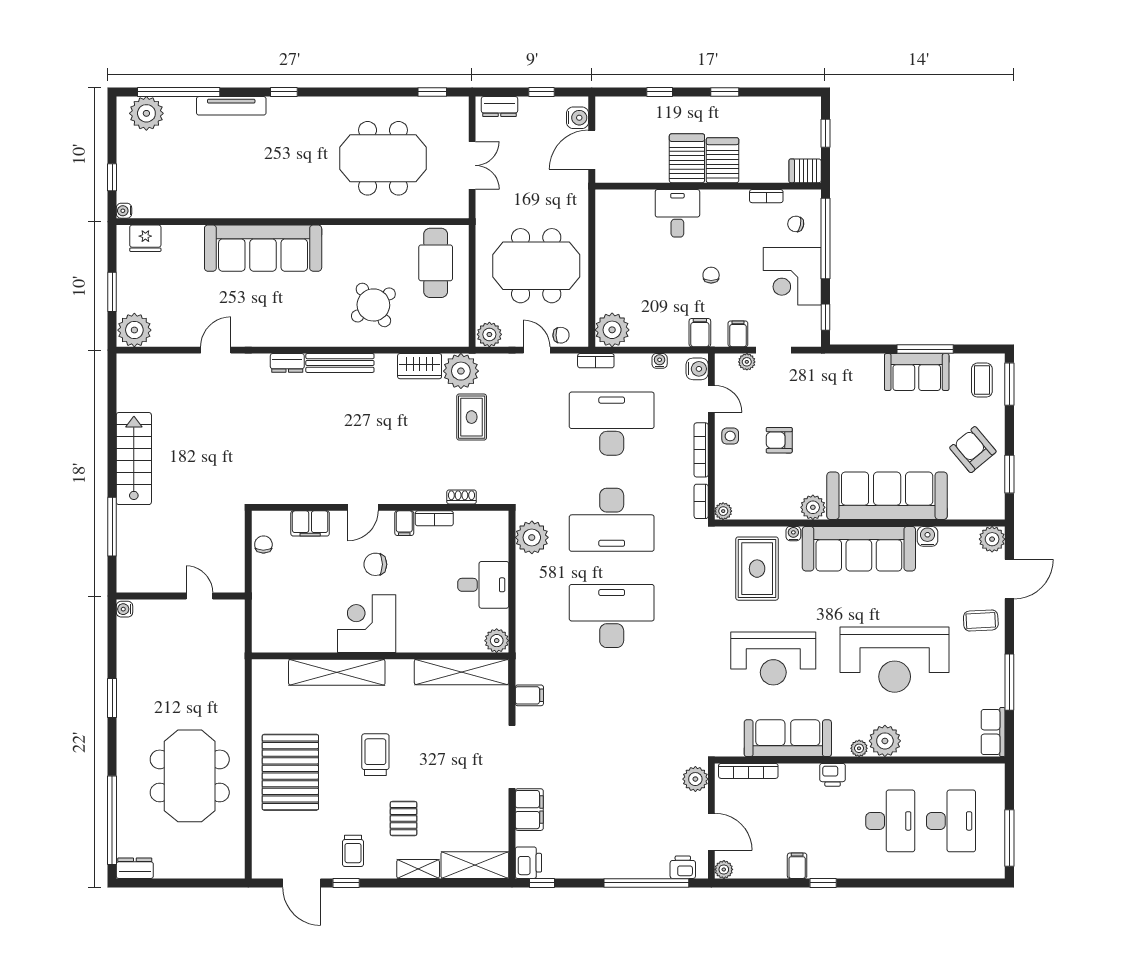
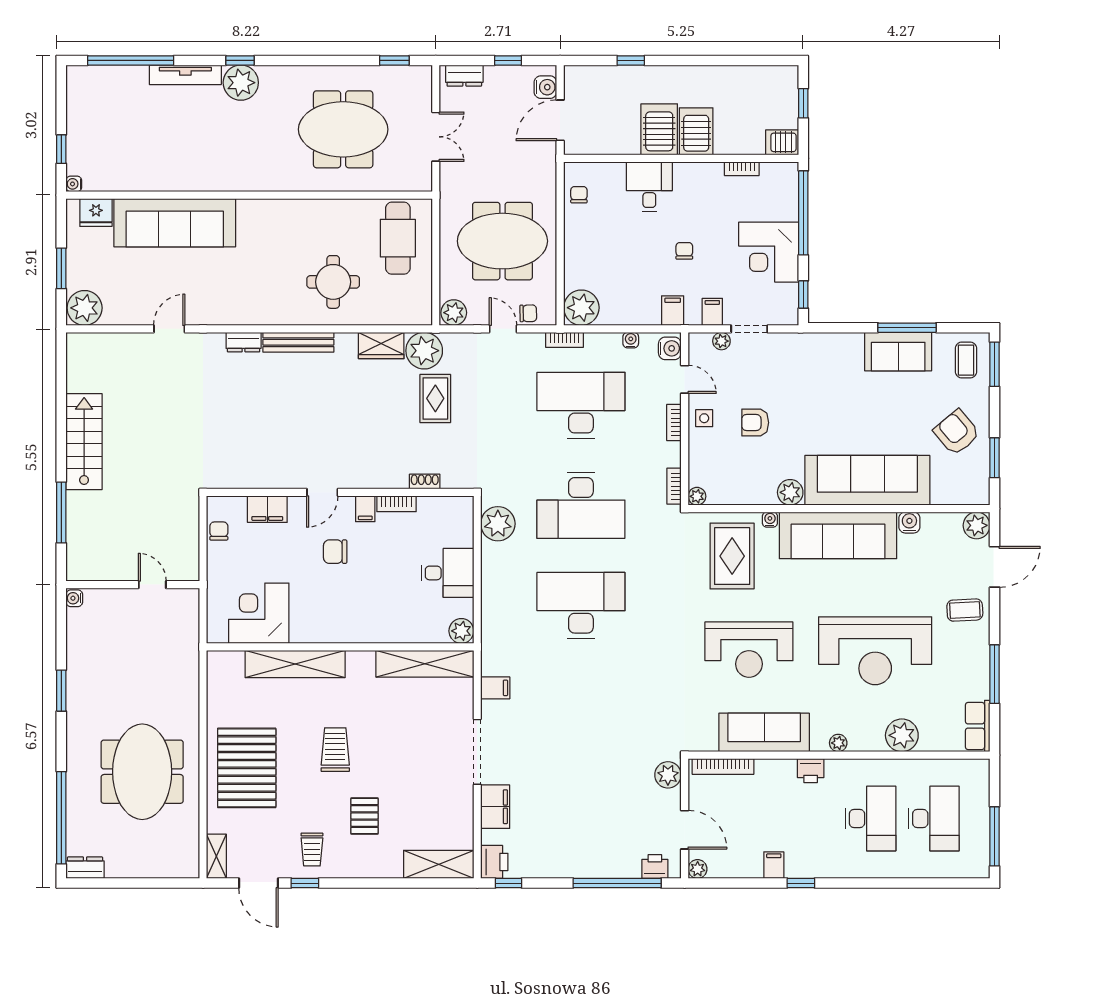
window: (725, 92) -> (699, 60), removed
plant: (146, 113) -> (241, 83), moved
chair: (796, 224) -> (579, 195), moved, turned 78
sofa: (263, 248) -> (175, 223), moved
round table: (373, 305) -> (333, 282), turned 35
bookcase: (701, 450) -> (674, 422), width x0.64
corner desk: (367, 624) -> (259, 613), moved
plant: (885, 741) -> (902, 735), moved
shelving: (418, 869) -> (216, 856), moved, turned 90

